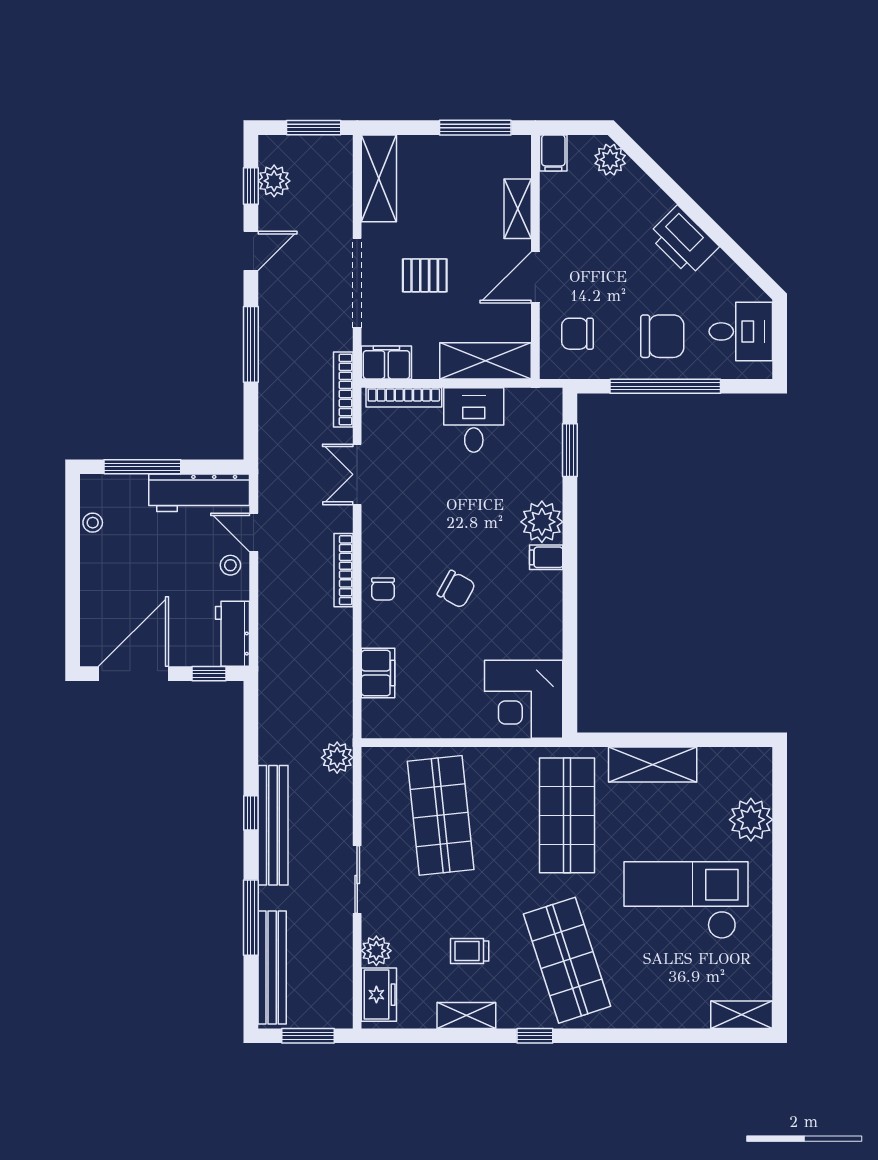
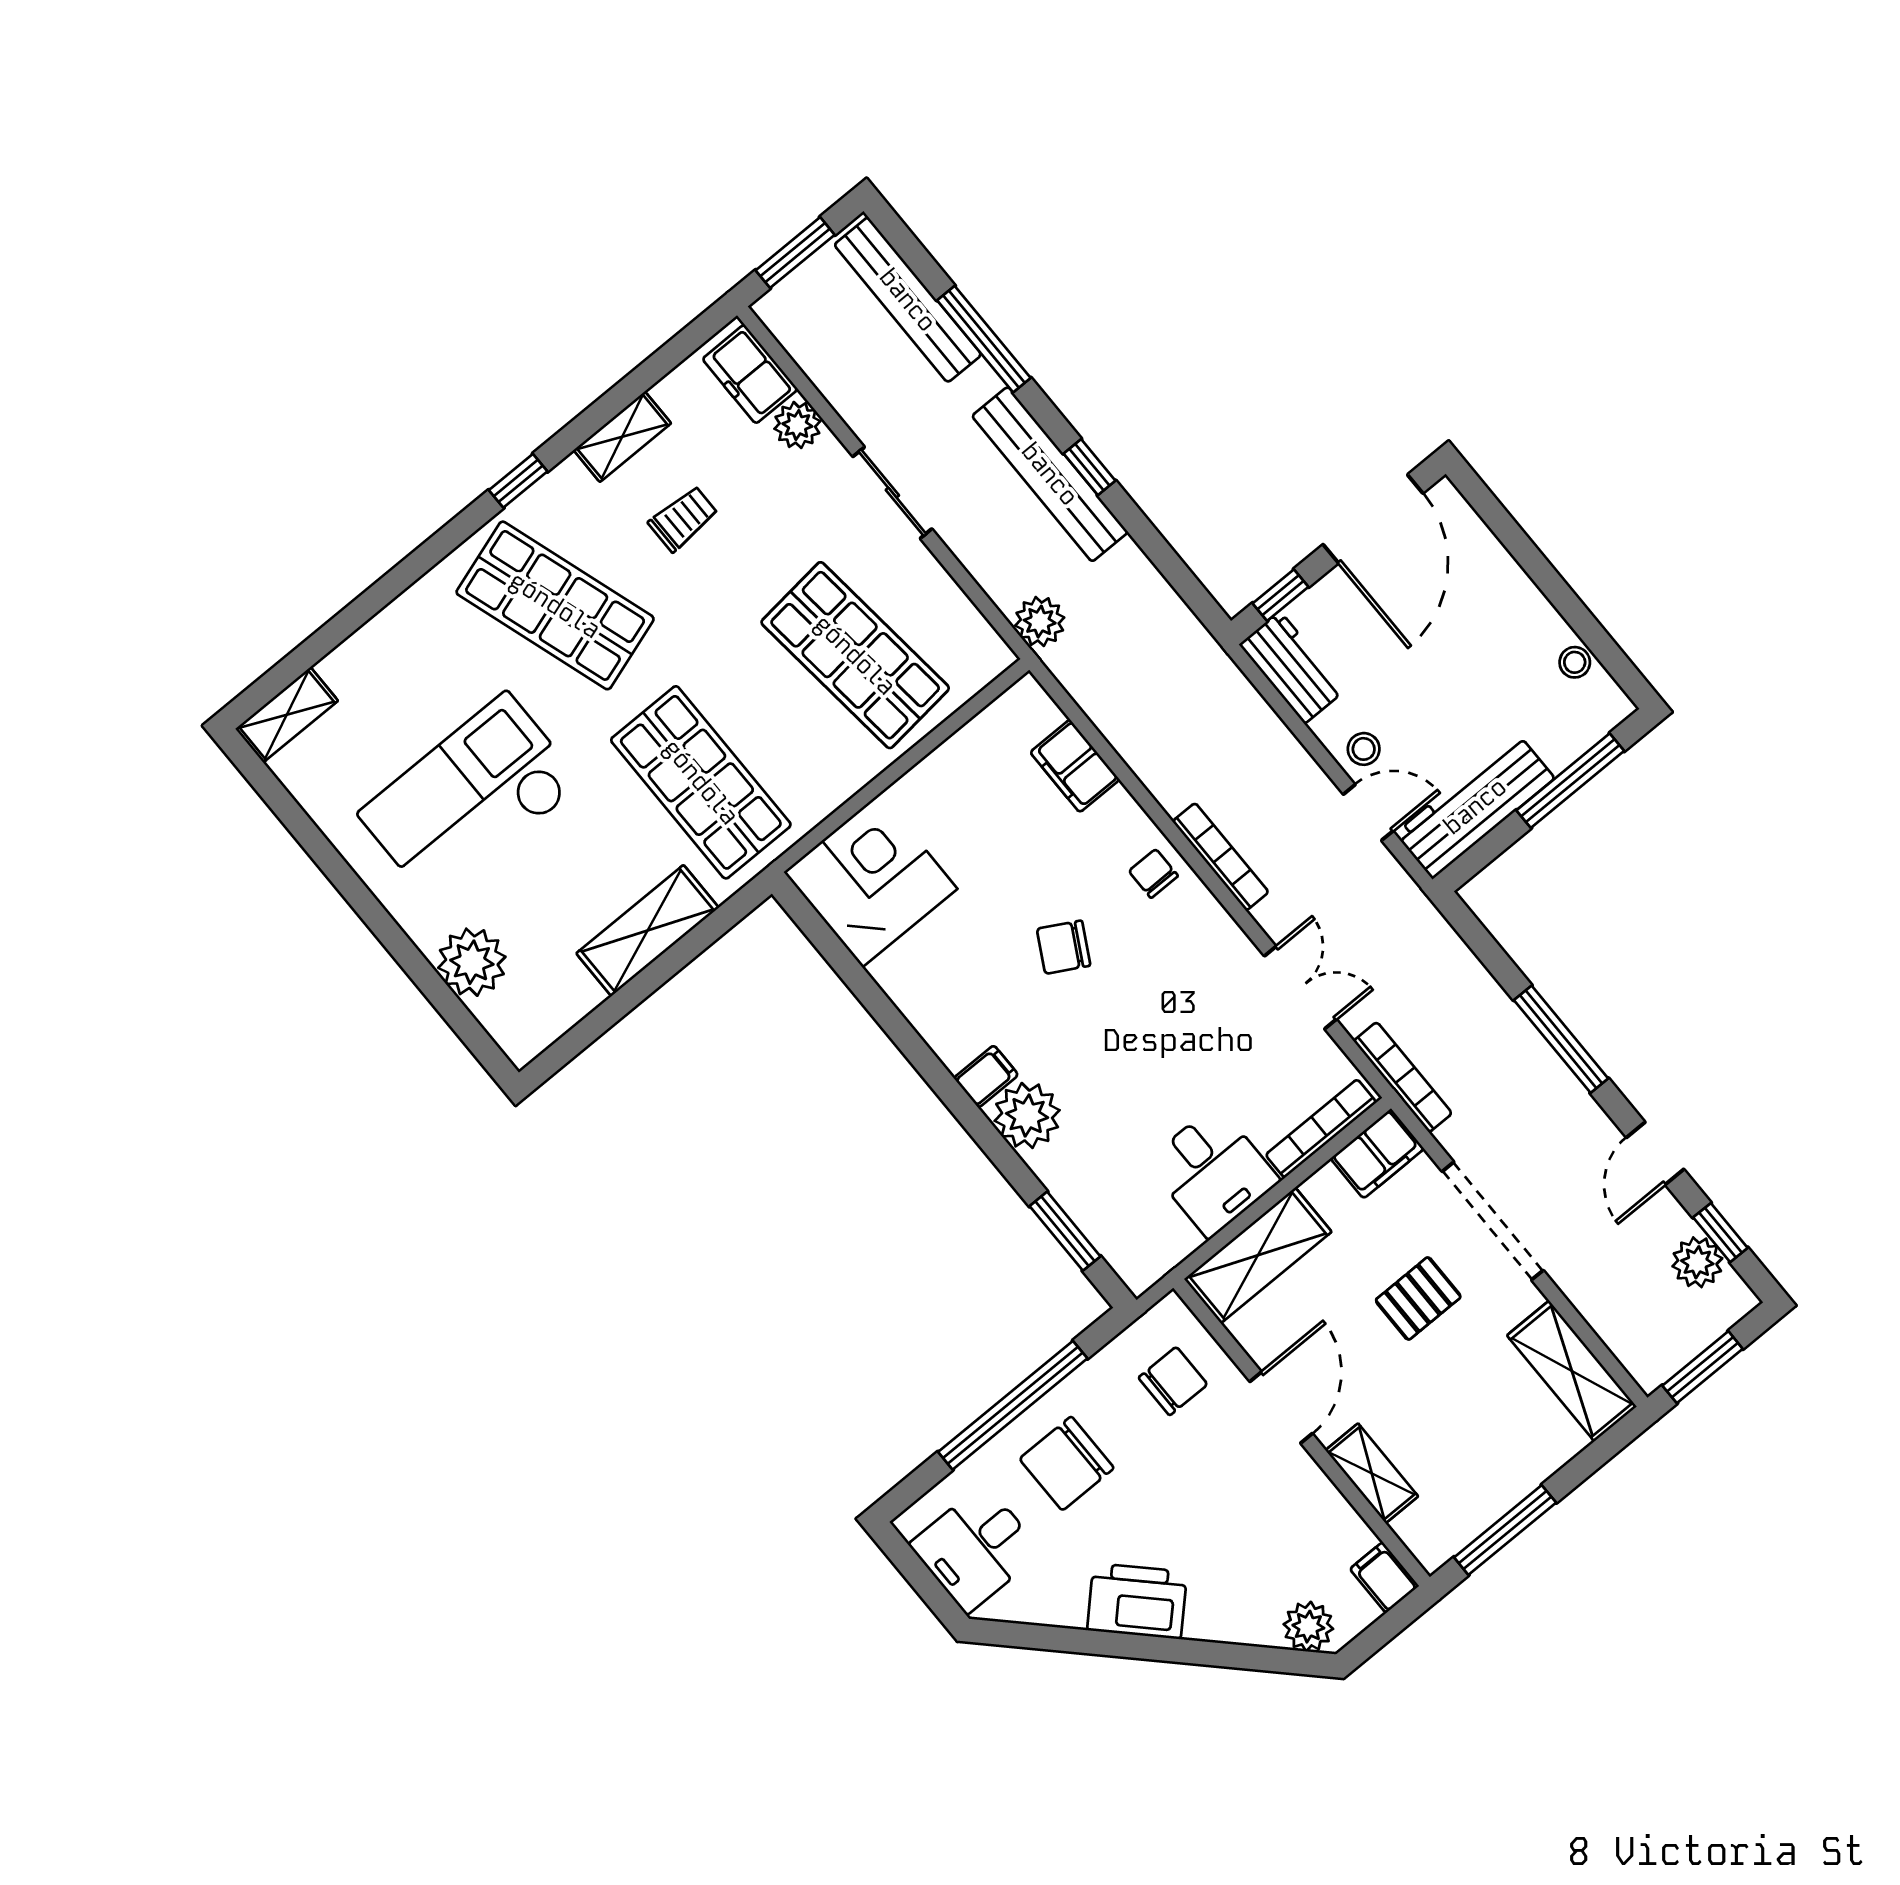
checkout: (686, 900) -> (470, 798), turned 180

